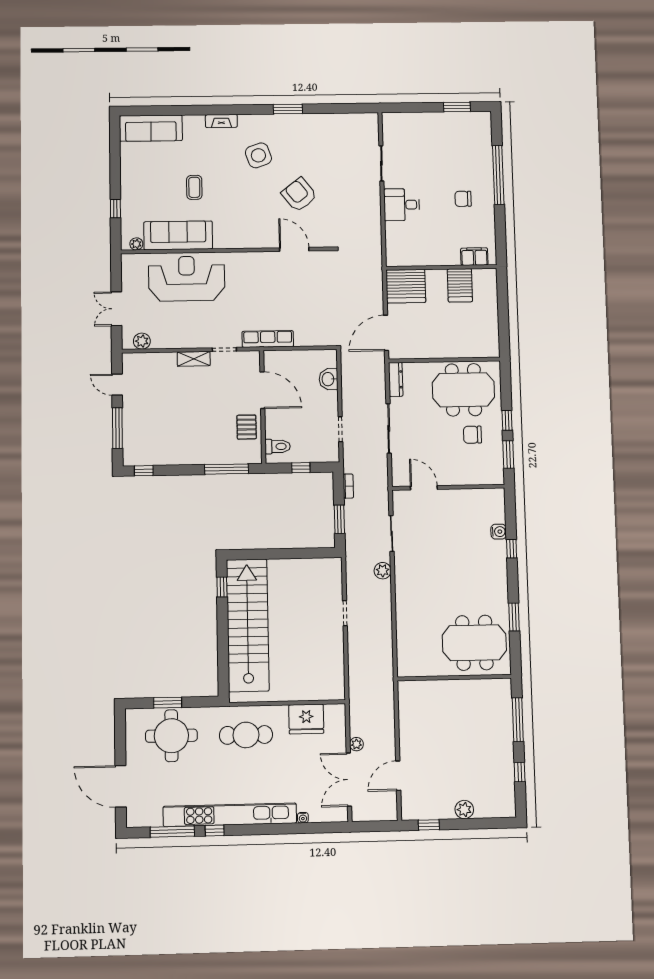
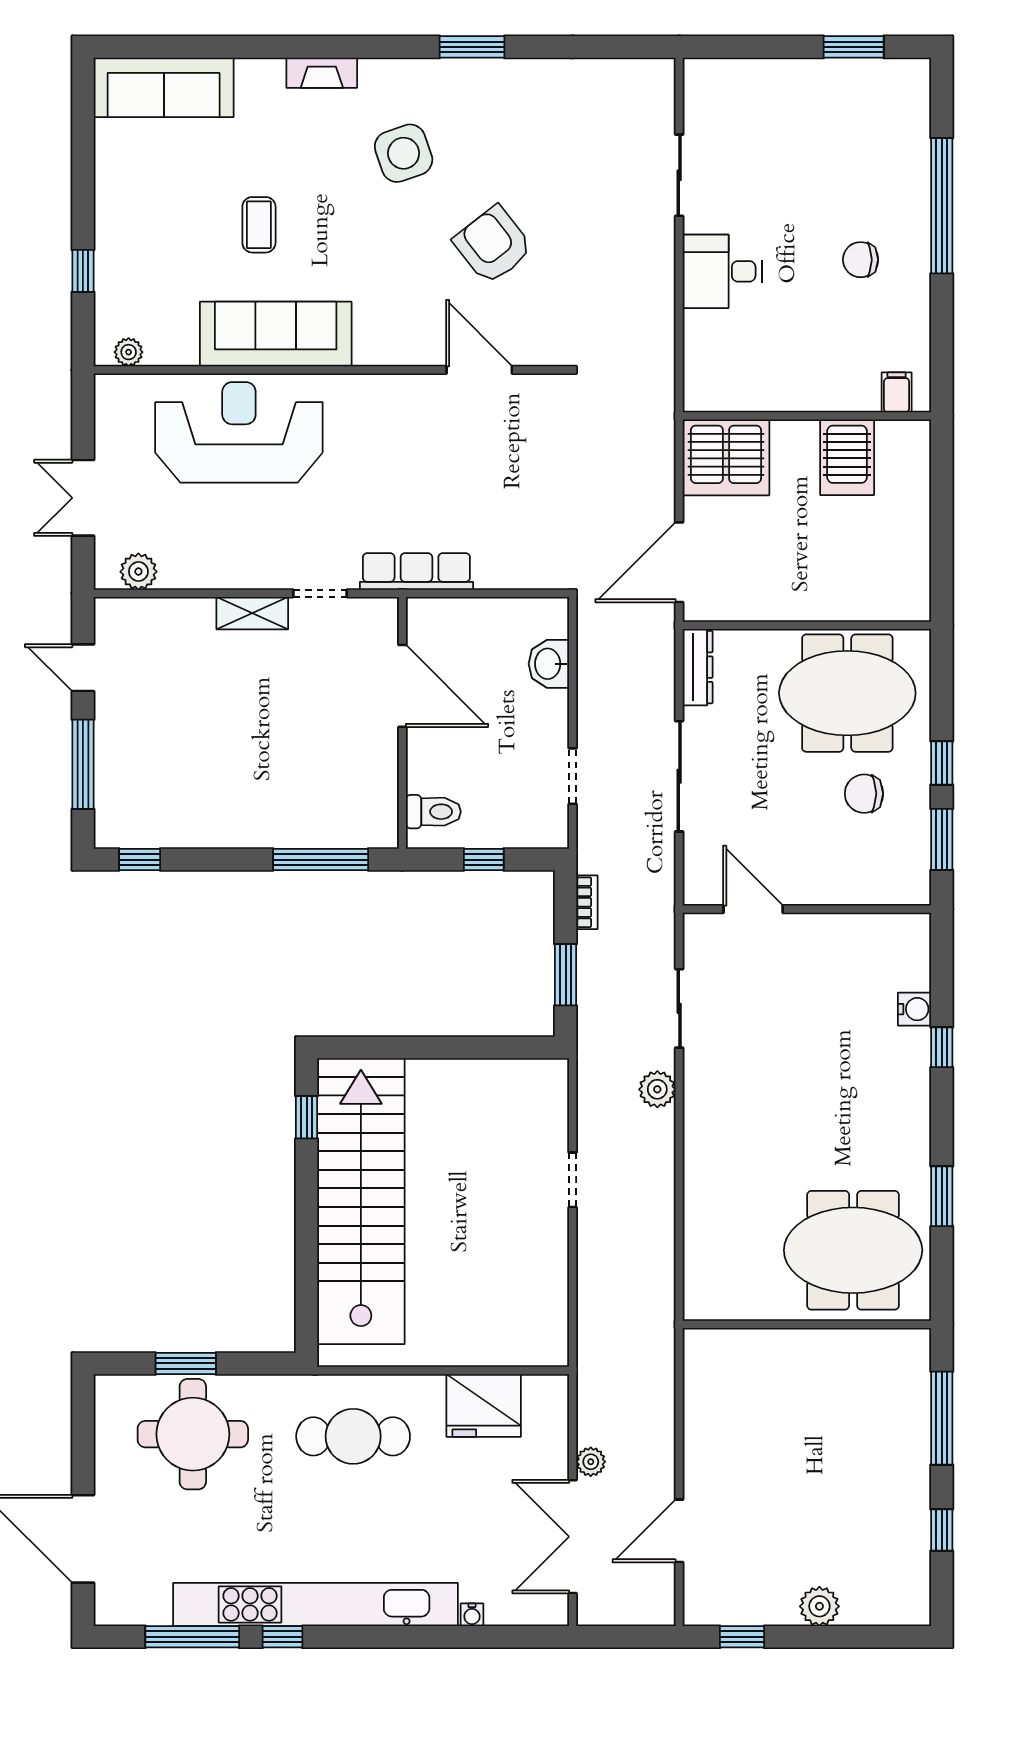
sofa: (178, 235) -> (276, 334), moved
filing cabinet: (474, 257) -> (897, 392), width x0.50
pallet: (247, 427) -> (366, 767), removed

